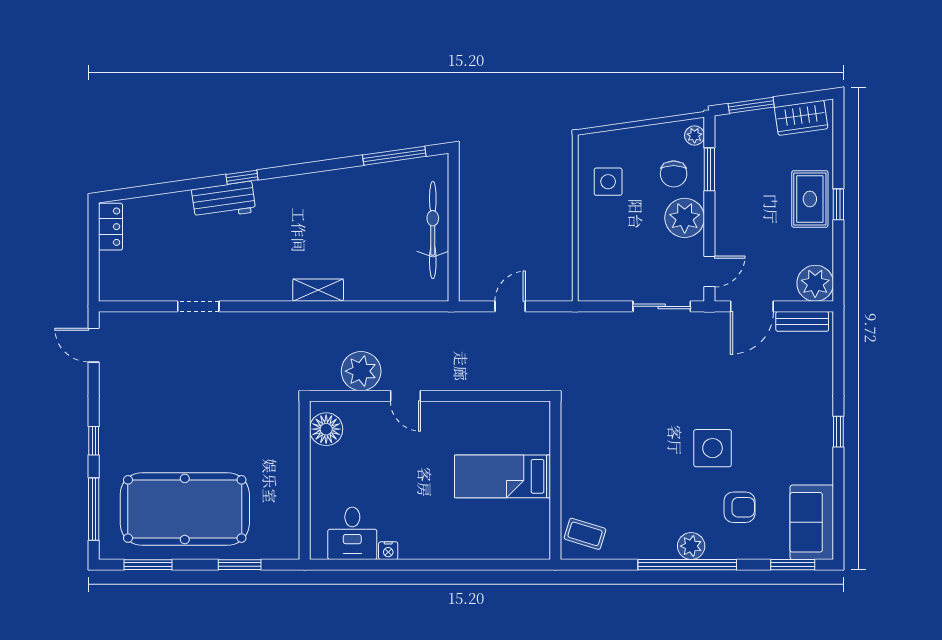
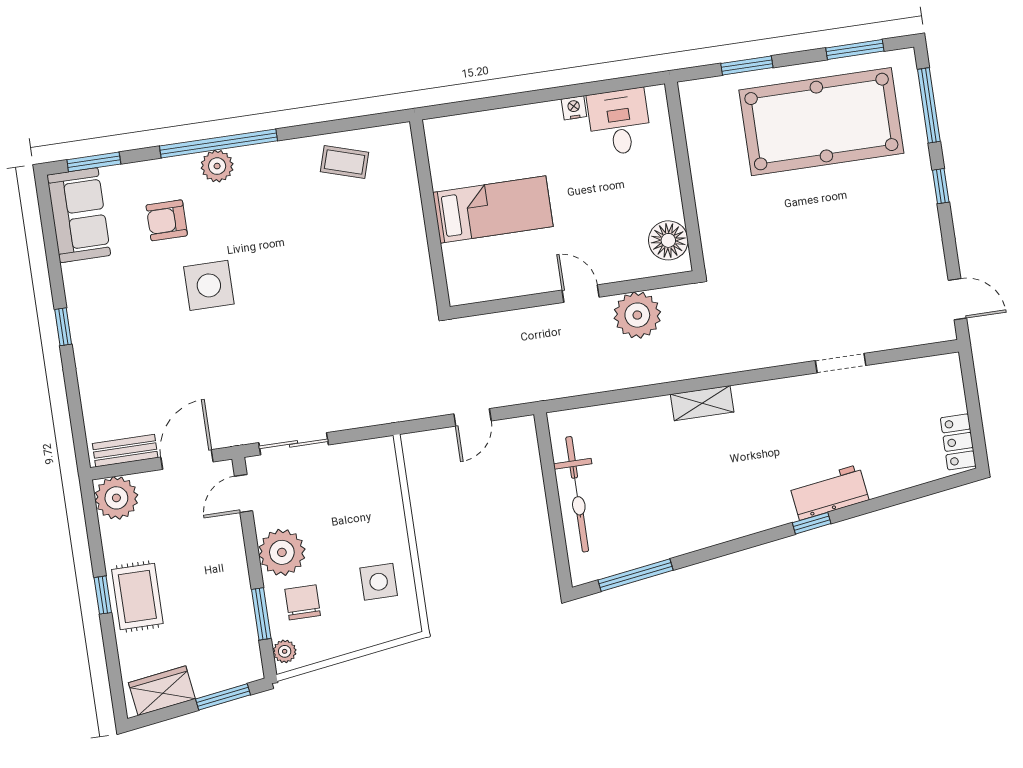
bed: (503, 476) -> (493, 209), moved
wall: (555, 480) -> (430, 214), moved

